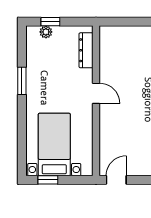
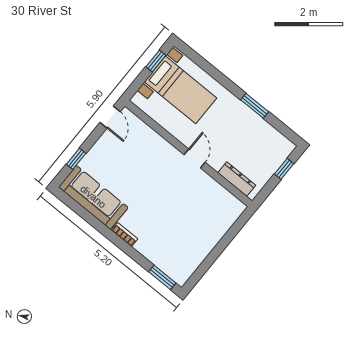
plant: (46, 32) -> (279, 158), removed
door: (96, 93) -> (195, 158), swing flipped

